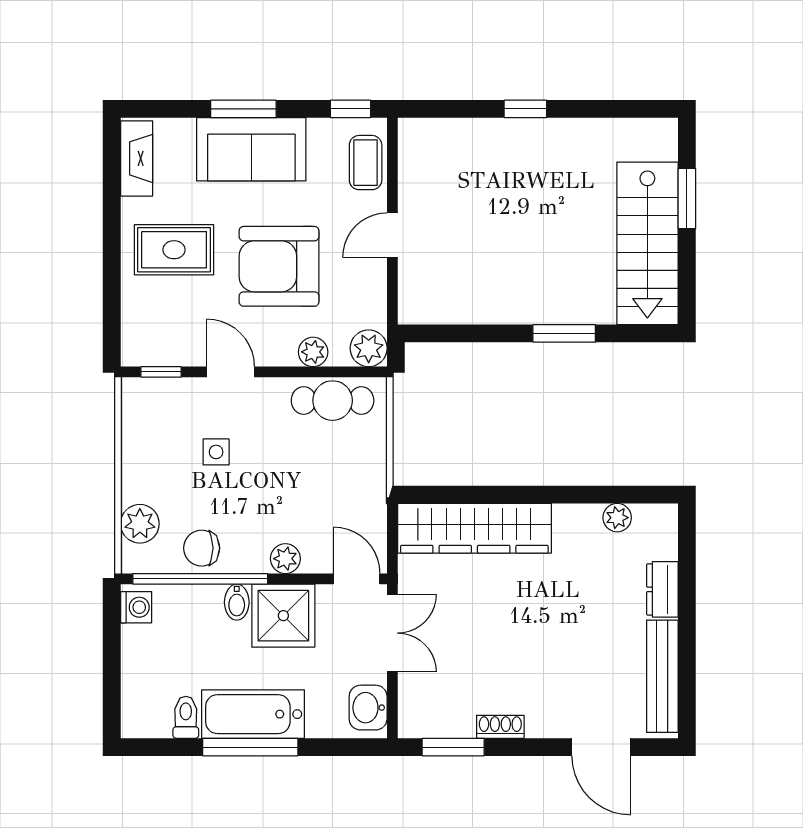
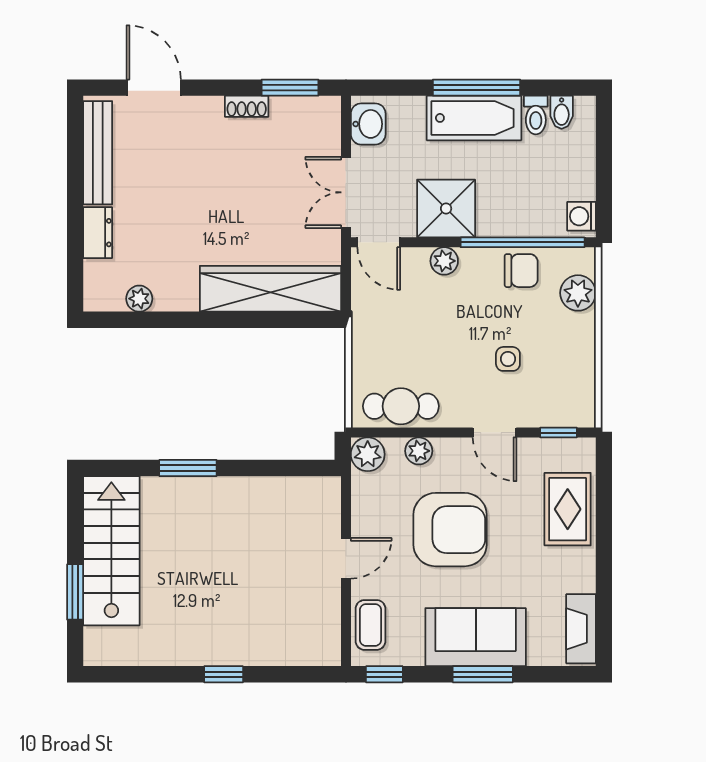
rug: (174, 250) -> (568, 509), moved, turned 90
bidet: (237, 602) -> (562, 112), moved, turned 180

